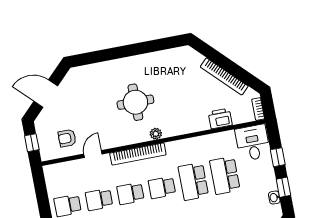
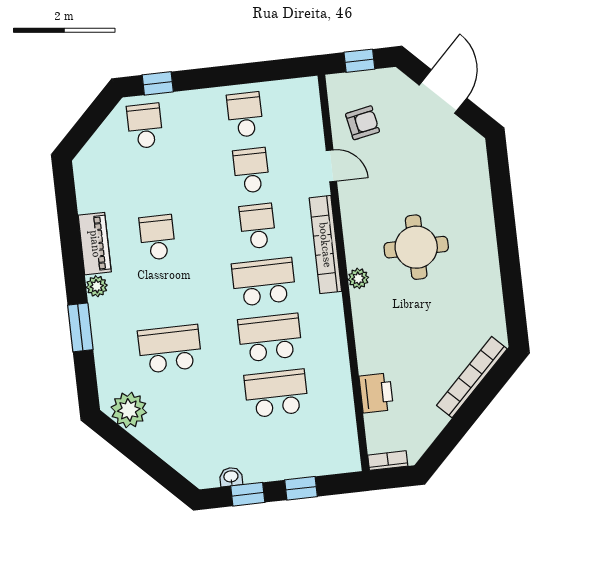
bookcase: (224, 76) -> (472, 377), moved
armchair: (67, 138) -> (363, 123), turned 79
desk: (253, 143) -> (330, 446), removed
school desk: (162, 187) -> (264, 282), width x1.85

